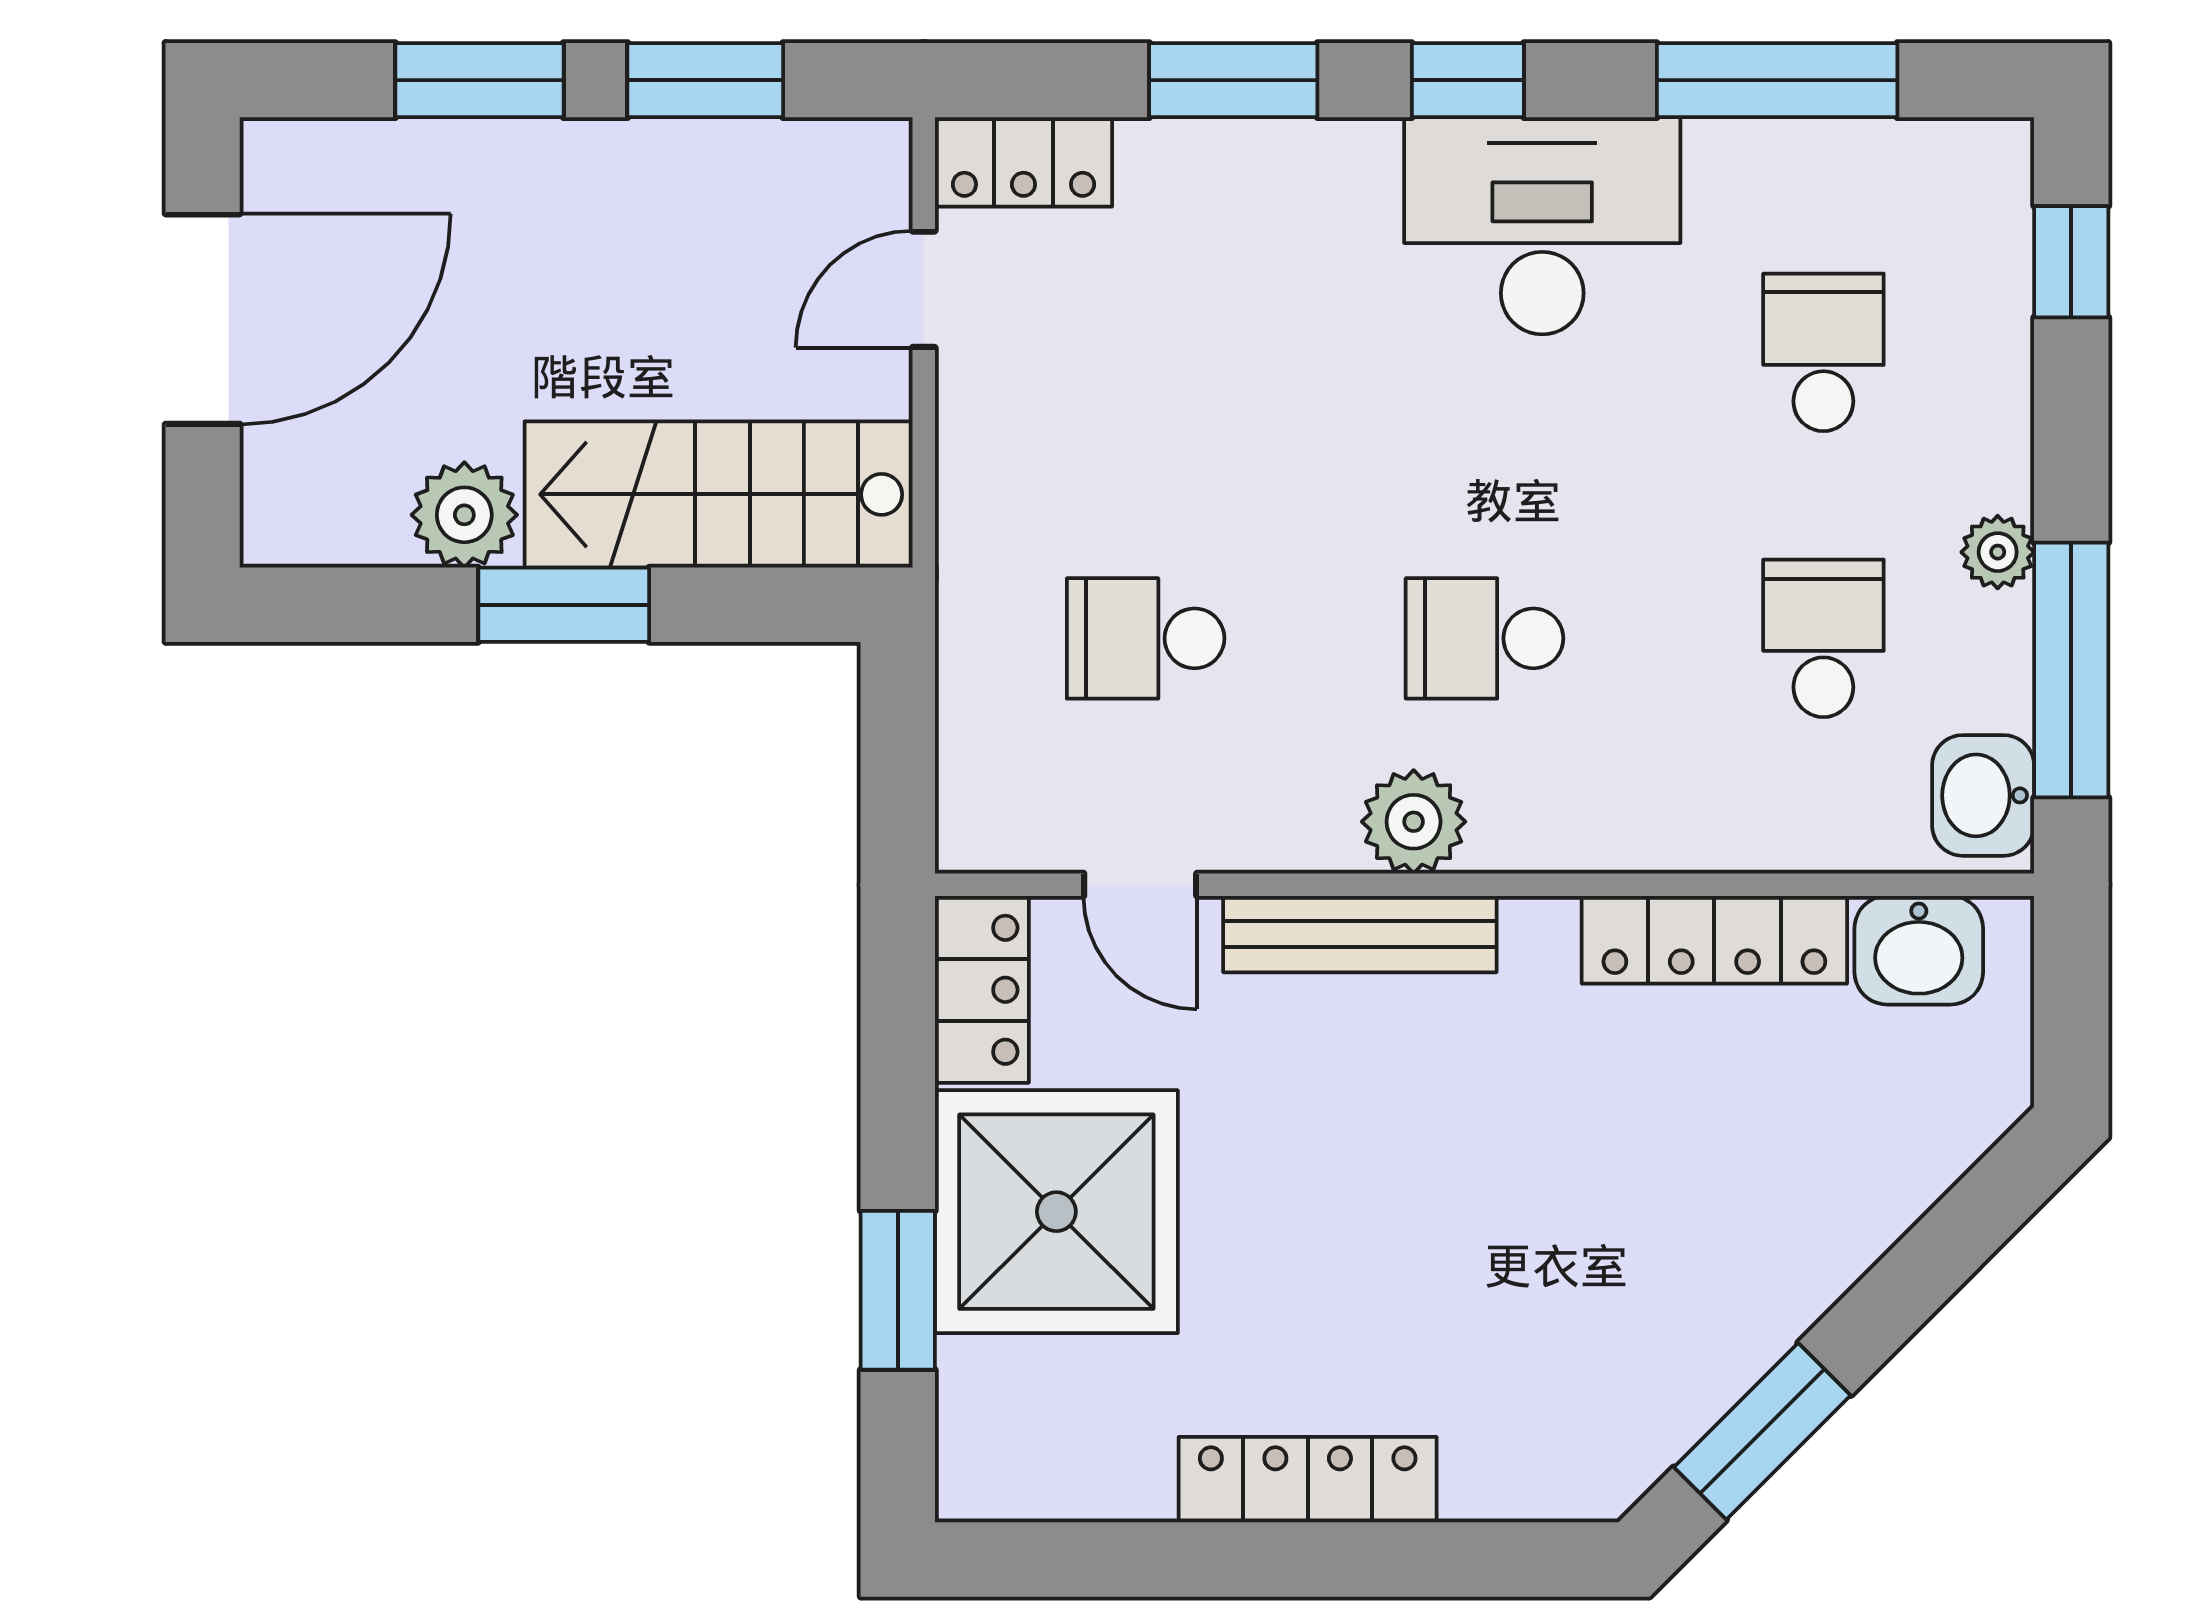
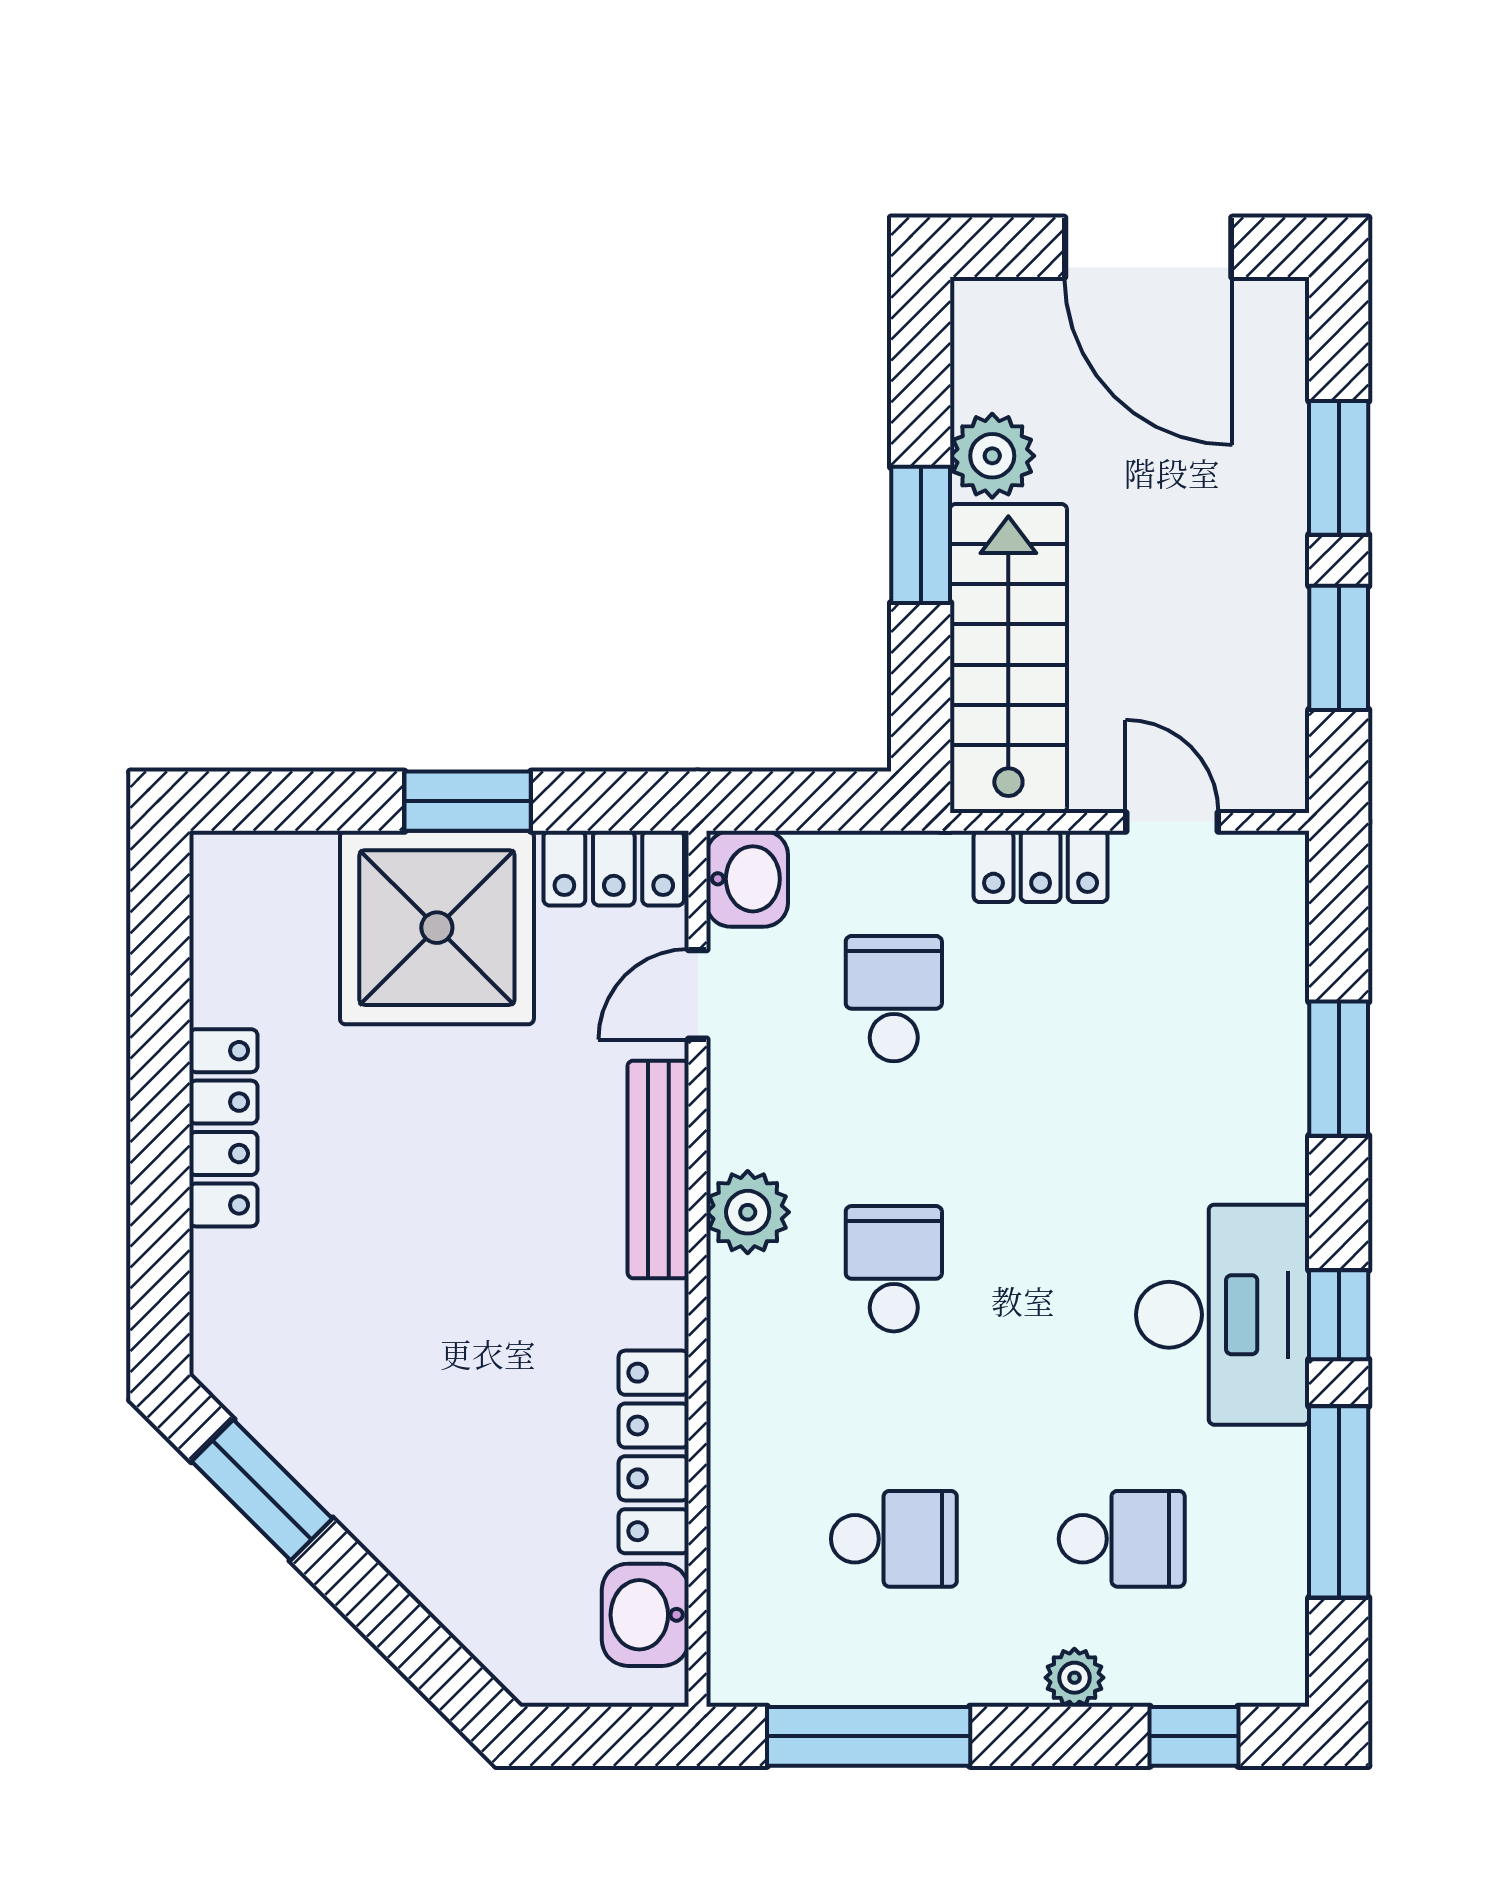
window: (1468, 80) -> (1339, 1315), moved
locker: (1023, 162) -> (1041, 866), moved, turned -90
plant: (1998, 552) -> (1074, 1678), moved
washbasin: (1983, 795) -> (747, 879), moved, turned 90
window: (898, 1290) -> (468, 801), moved

